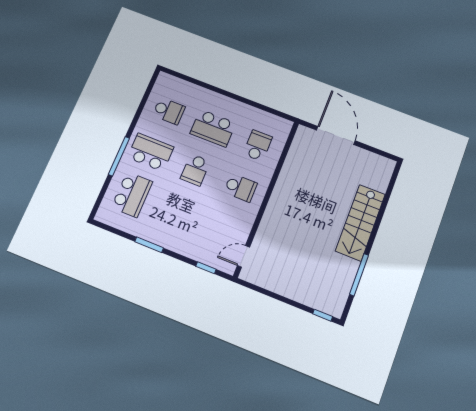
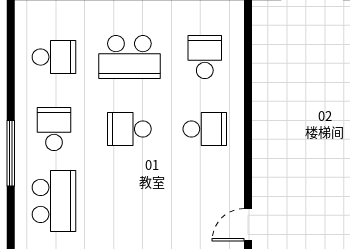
school desk: (151, 152) -> (54, 129), width x0.54
school desk: (195, 170) -> (129, 129), turned 90

